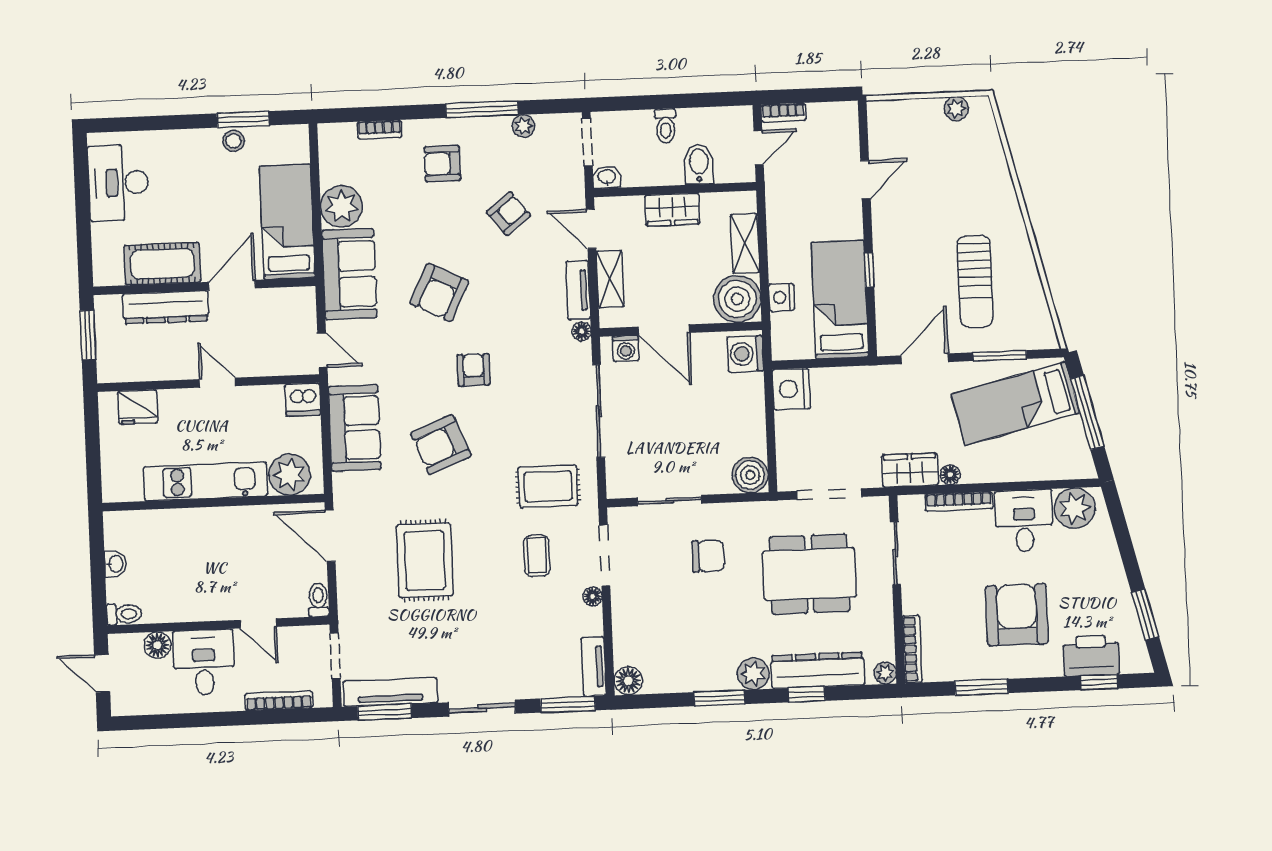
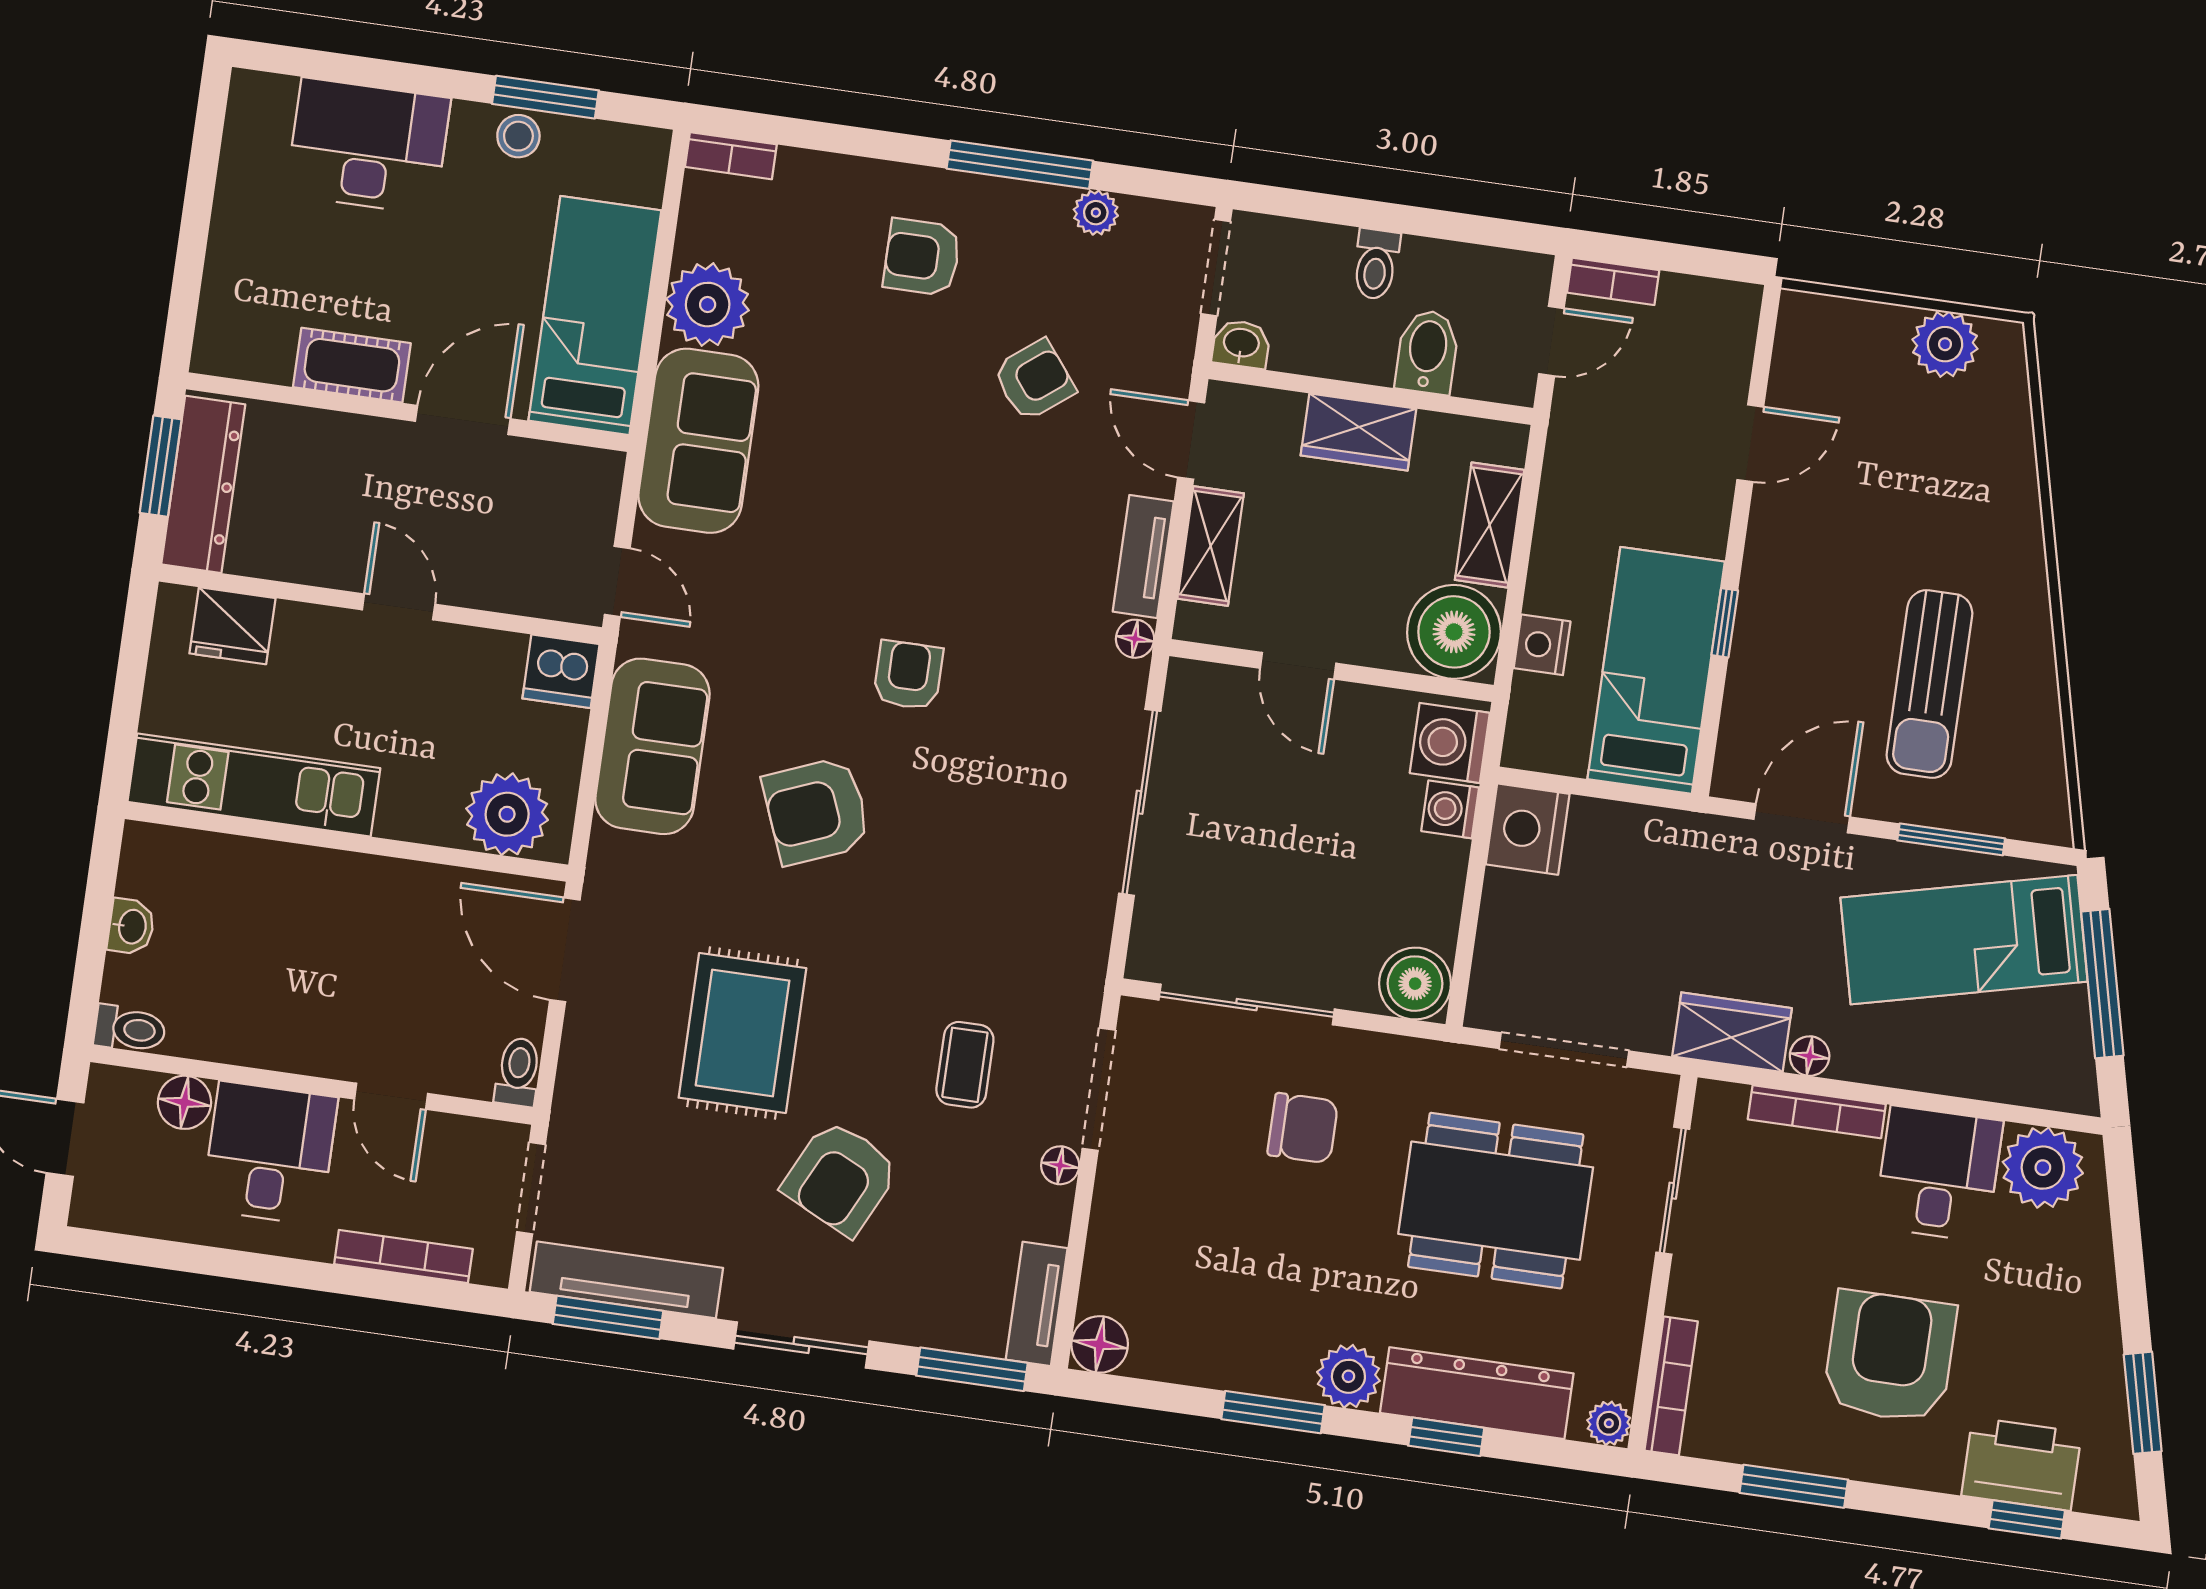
plant: (956, 109) -> (1945, 344), width x1.38, depth x1.38
bookcase: (379, 130) -> (731, 156), moved
desk: (118, 183) -> (368, 146), moved, turned 90
cot: (162, 264) -> (352, 365), width x0.73, depth x0.75
armchair: (439, 292) -> (841, 1178), moved
dresser: (166, 307) -> (203, 484), moved, turned -90
door: (664, 330) -> (1298, 666), width x0.73
washing machine: (626, 348) -> (1450, 809), moved, turned 90
kitchen unit: (206, 481) -> (254, 785), moved
rug: (548, 486) -> (1012, 932), removed
sliding door: (669, 501) -> (1247, 1005), width x1.37

